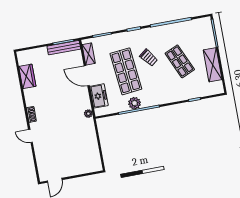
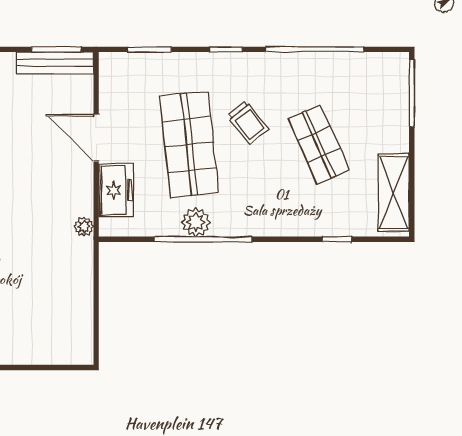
shelving: (89, 54) -> (110, 88), removed
shelving: (213, 65) -> (394, 192), moved

